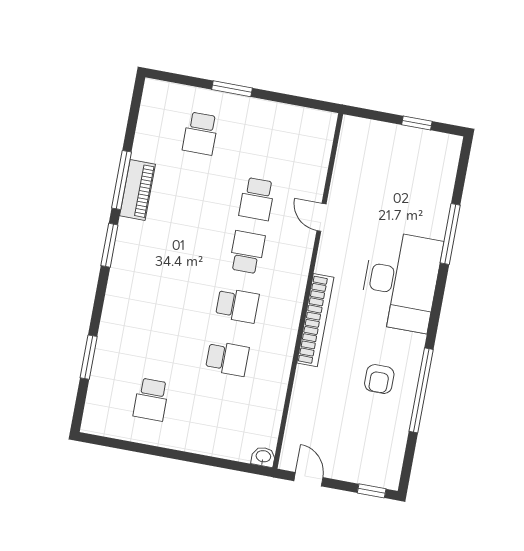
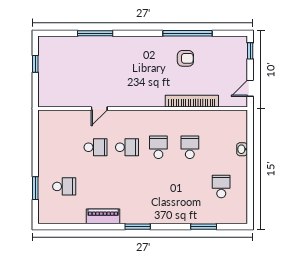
window: (232, 89) -> (35, 188), moved
window: (121, 180) -> (99, 227), removed
school desk: (247, 252) -> (127, 147), turned 180
desk: (401, 281) -> (127, 56), removed
bookcase: (315, 320) -> (192, 101), moved
school desk: (151, 399) -> (221, 186), turned -90
washbasin: (263, 457) -> (242, 149), moved

